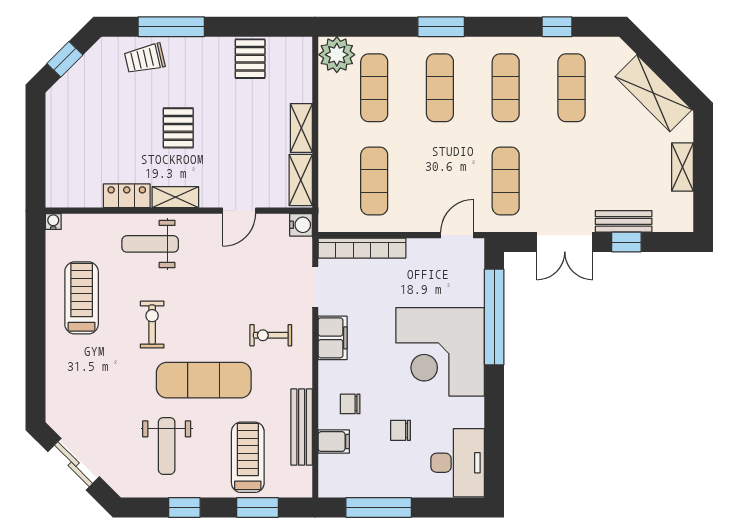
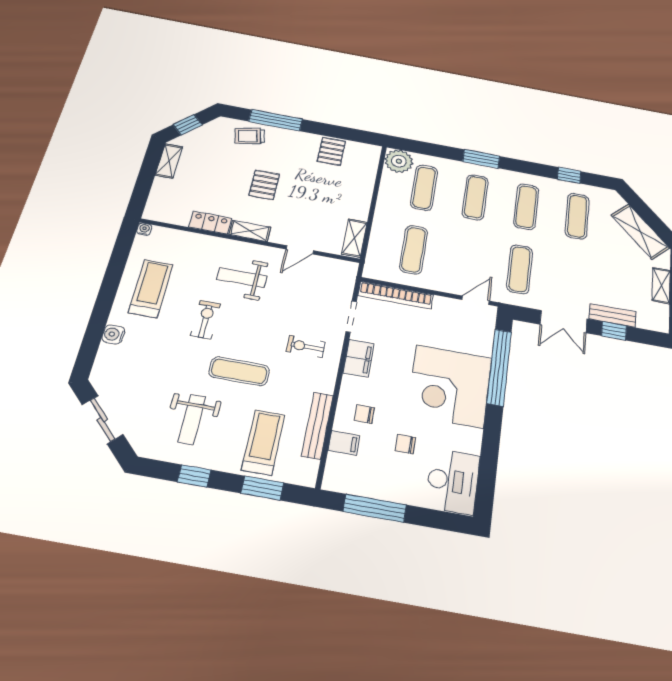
shelving: (301, 128) -> (169, 161), moved
water cooler: (301, 225) -> (113, 334), moved, turned 180
weight bench: (150, 244) -> (242, 278), moved
exercise mat: (204, 380) -> (239, 371), width x0.73, depth x0.69

